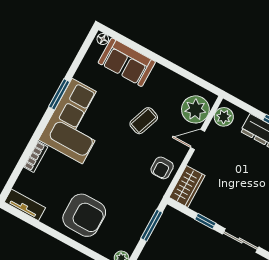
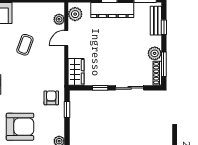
plant: (195, 109) -> (59, 19), width x0.53, depth x0.53
armchair: (162, 168) -> (51, 98), moved, turned 180
window: (152, 225) -> (67, 109), width x0.67

